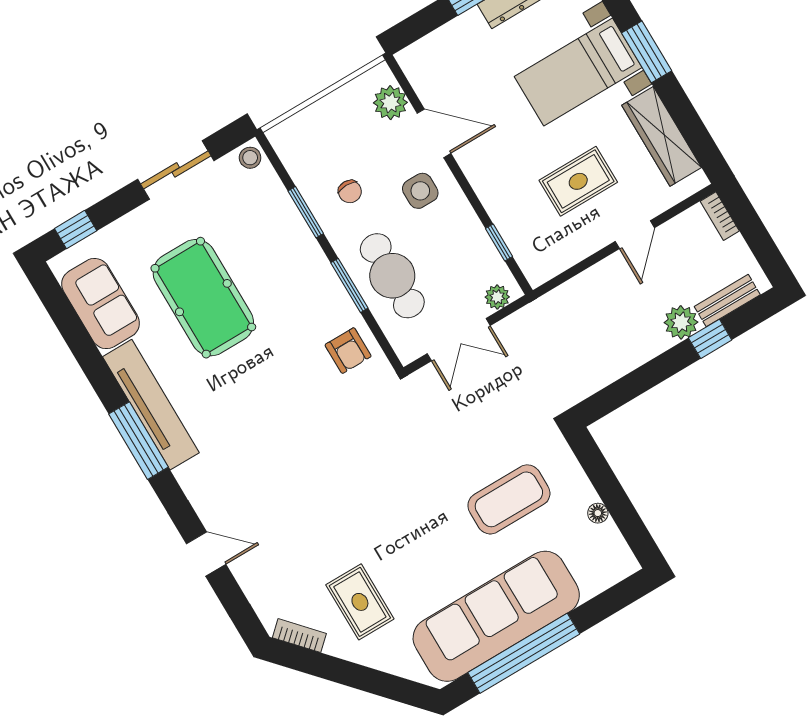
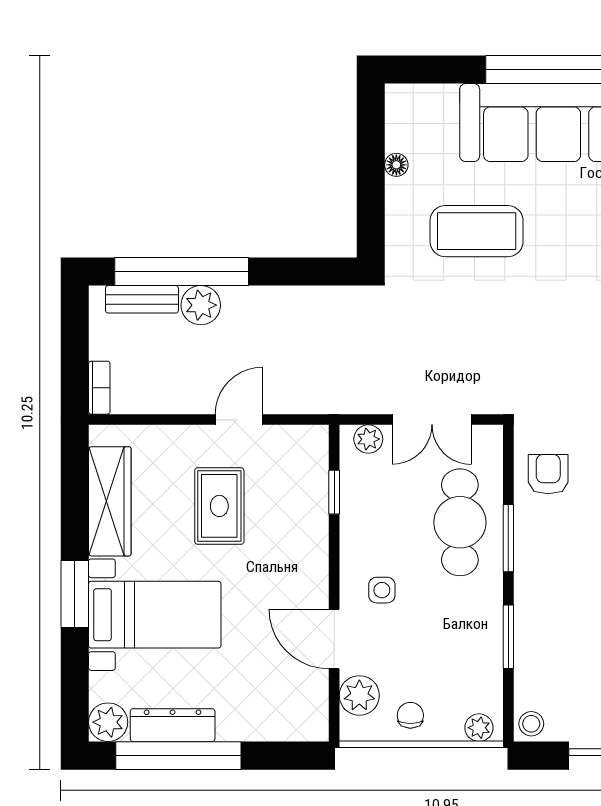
plant: (287, 132) -> (479, 728), added
rug: (578, 181) -> (219, 506), turned 90
side table: (420, 191) -> (382, 590), width x0.73, depth x0.73
chair: (350, 192) -> (410, 715), moved
door: (635, 235) -> (239, 420), moved
window: (710, 339) -> (182, 271), width x3.17
double door: (459, 340) -> (432, 420), swing flipped

